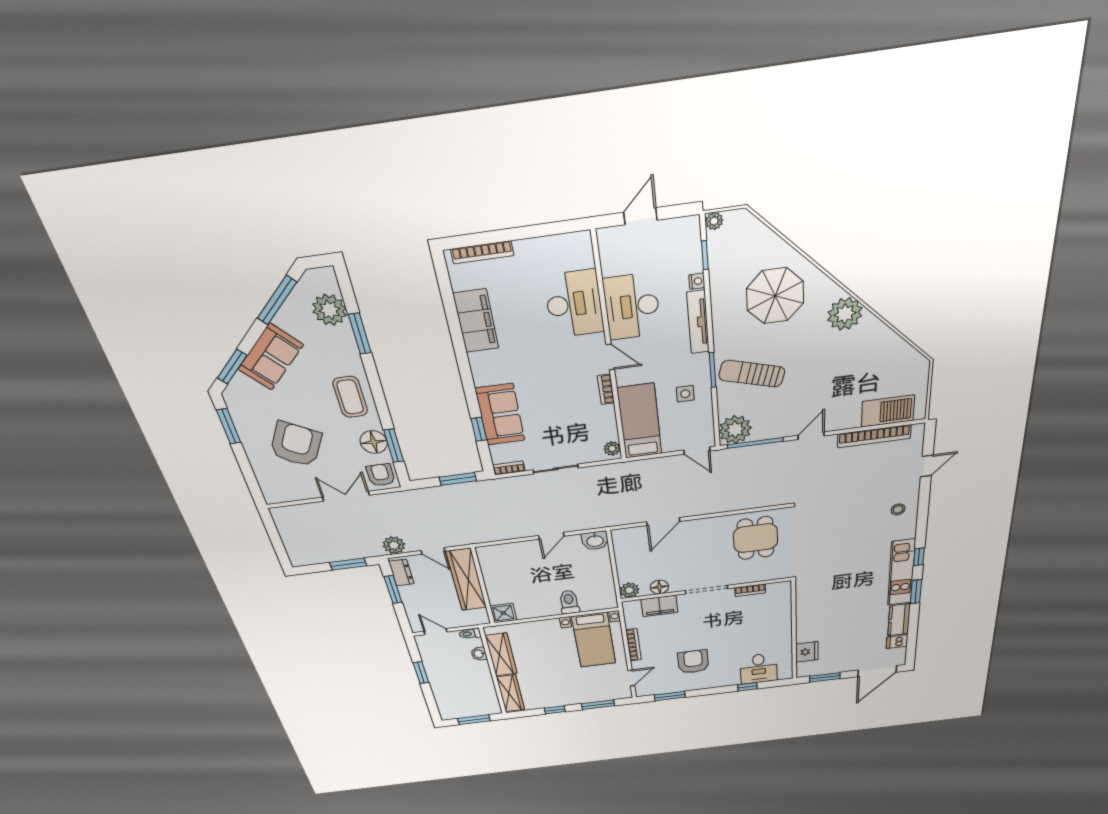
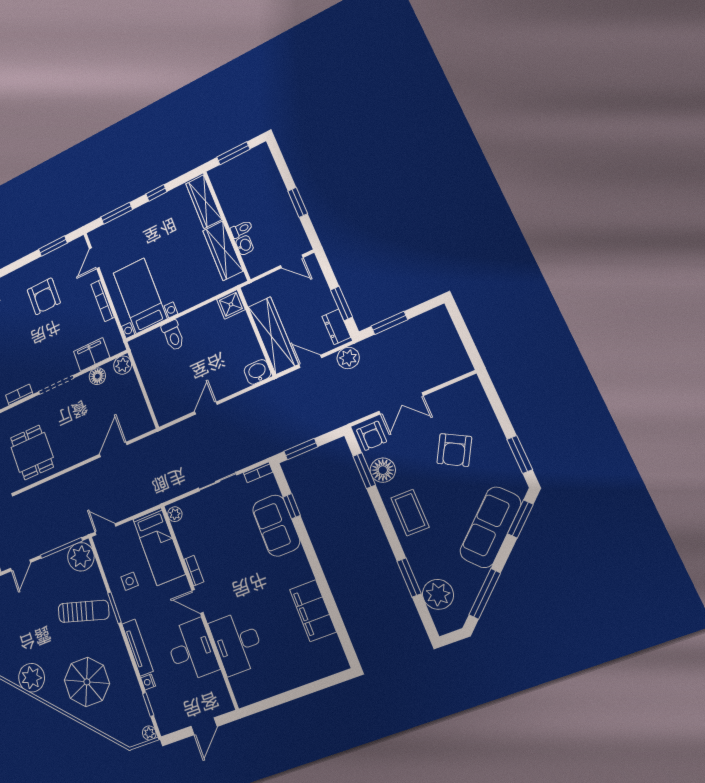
bookcase: (482, 252) -> (319, 673), removed
sofa: (271, 357) -> (490, 527), width x1.36
armchair: (296, 444) -> (454, 450), width x0.73, depth x0.73
washbasin: (595, 541) -> (257, 372), moved
toilet: (470, 634) -> (241, 229), moved

